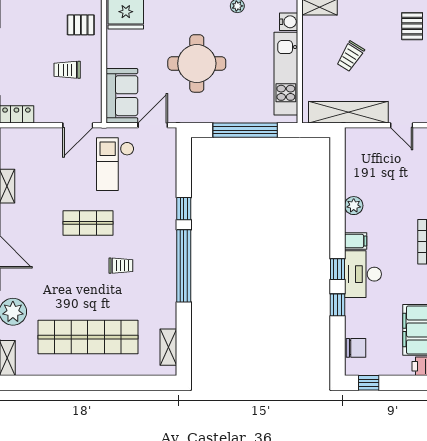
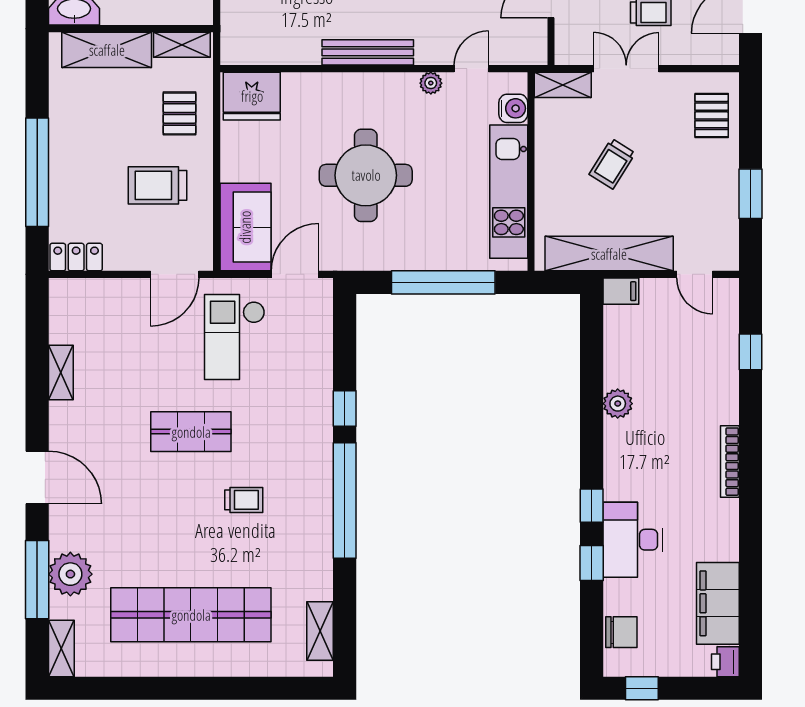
pallet: (81, 25) -> (179, 113), turned 90
trolley: (67, 70) -> (157, 185), width x1.36, depth x1.39
filing cabinet: (356, 241) -> (621, 291), moved
desk: (363, 274) -> (633, 540), moved

